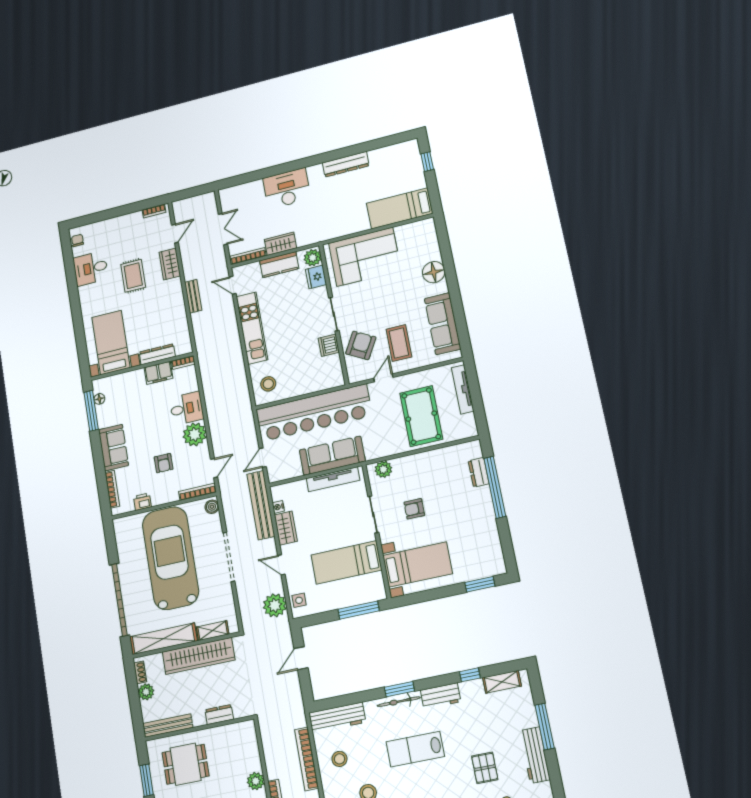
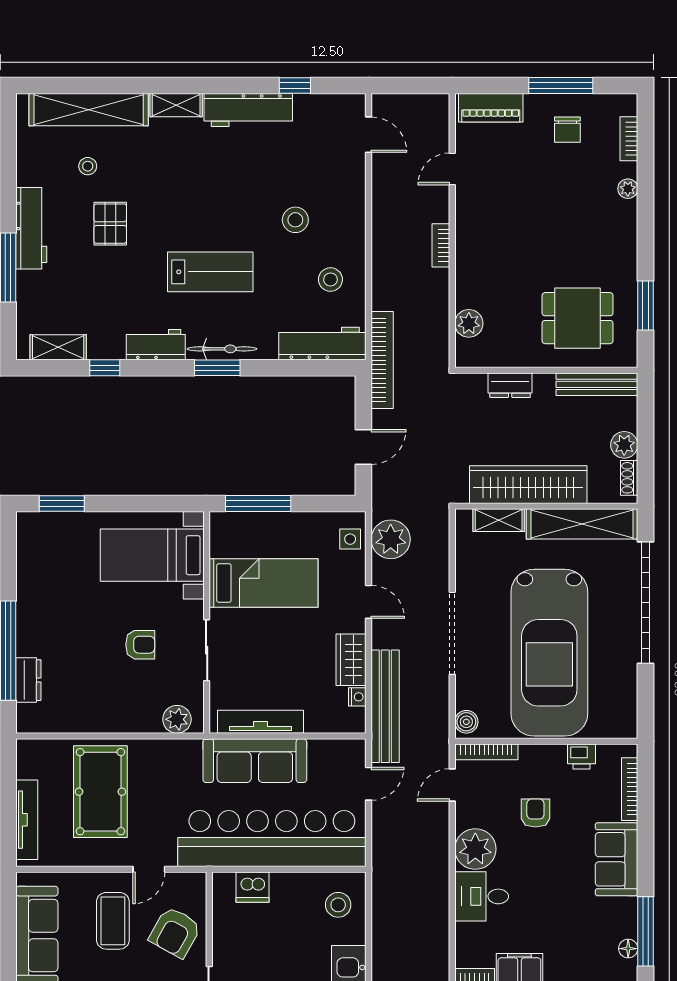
dishwasher: (329, 345) -> (252, 887), moved, turned 90
bookcase: (307, 759) -> (382, 360), moved
plant: (256, 781) -> (469, 323), moved

